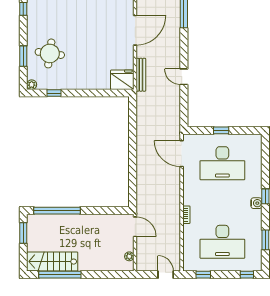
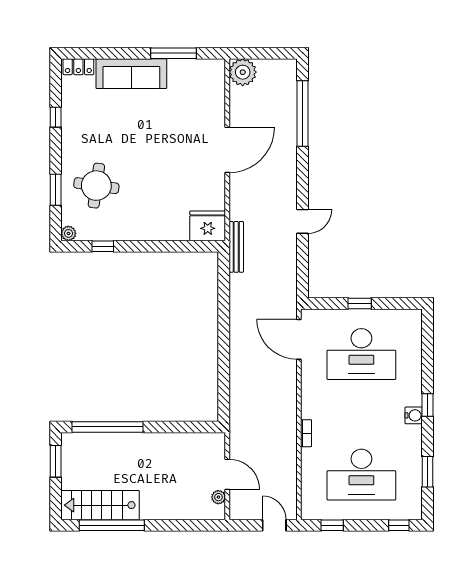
bench: (141, 75) -> (236, 247), moved
door: (184, 77) -> (302, 221), swing flipped
door: (135, 227) -> (227, 474), moved

